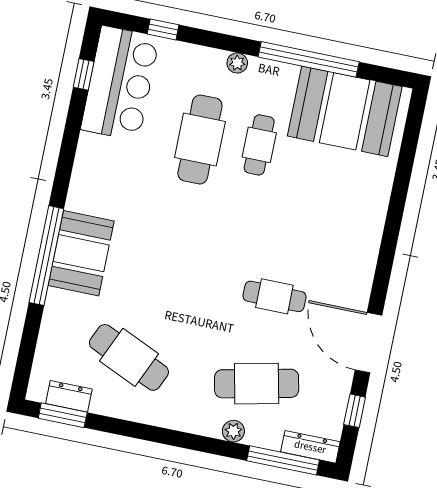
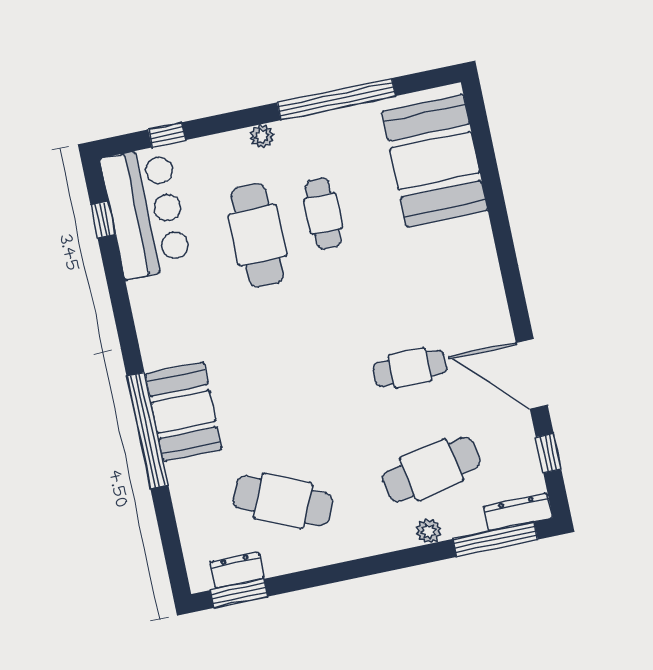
booth: (345, 111) -> (435, 161), moved, turned 90

